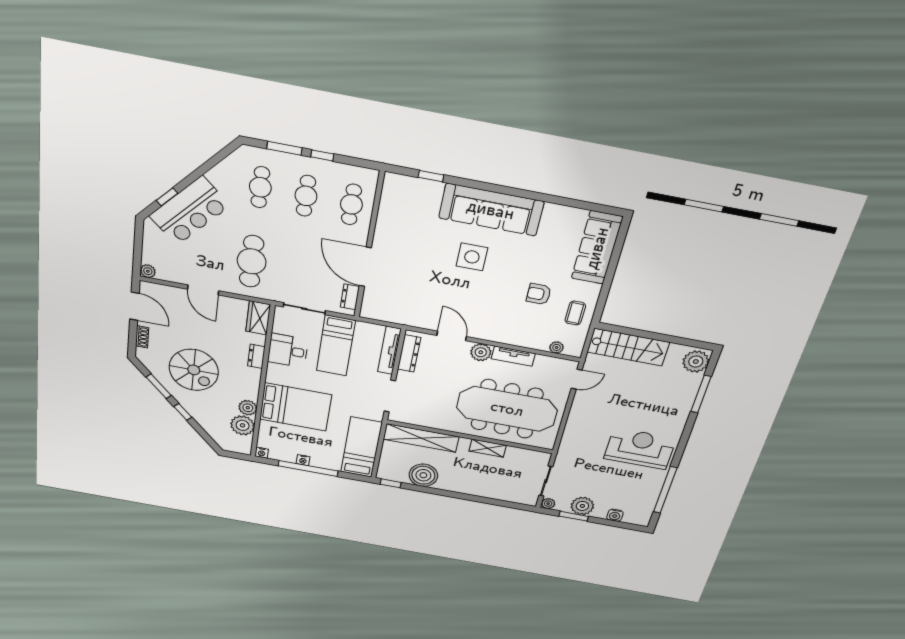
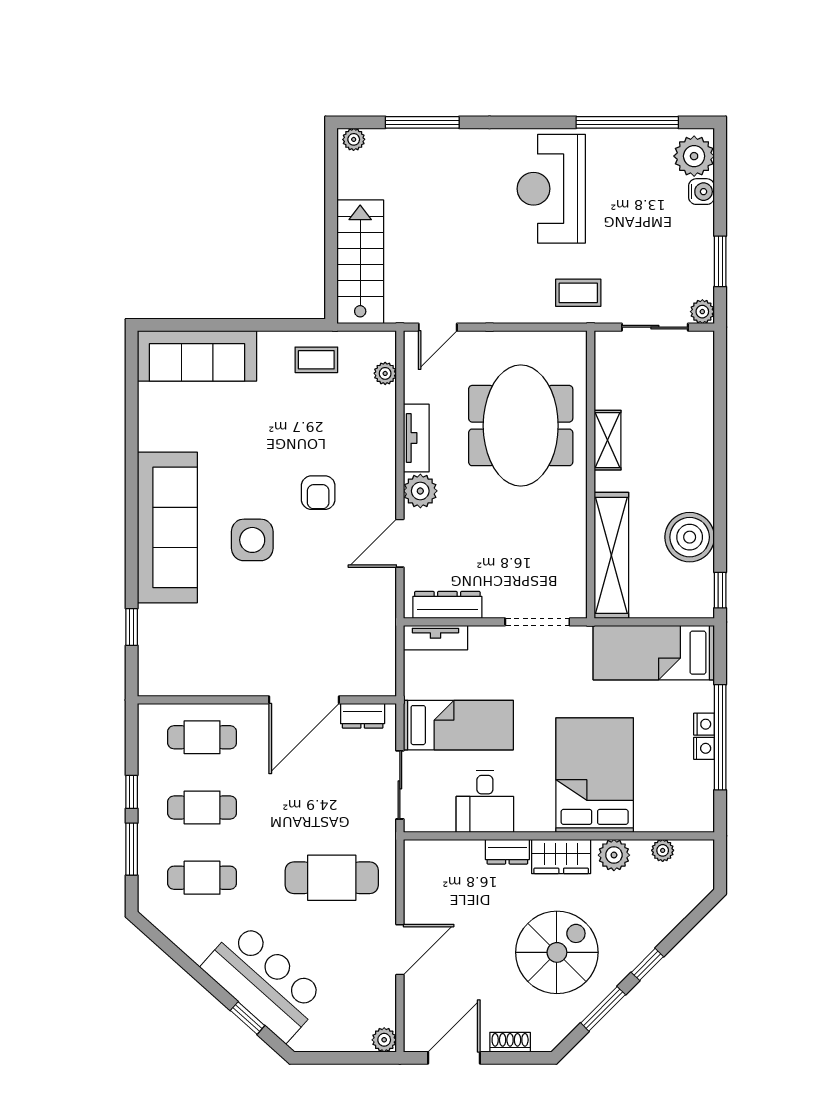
armchair: (539, 294) -> (318, 493), moved
wardrobe: (258, 318) -> (561, 856), moved
tv unit: (389, 350) -> (435, 638), width x0.71
plant: (696, 362) -> (354, 139), width x0.53, depth x0.53
door: (577, 379) -> (438, 327), swing flipped
meeting table: (507, 409) -> (521, 426), width x0.73
plant: (243, 425) -> (663, 850), width x0.53, depth x0.53
coffee table: (576, 450) -> (578, 293), added
nightstand: (262, 453) -> (704, 724), moved
plant: (582, 506) -> (694, 156), moved

